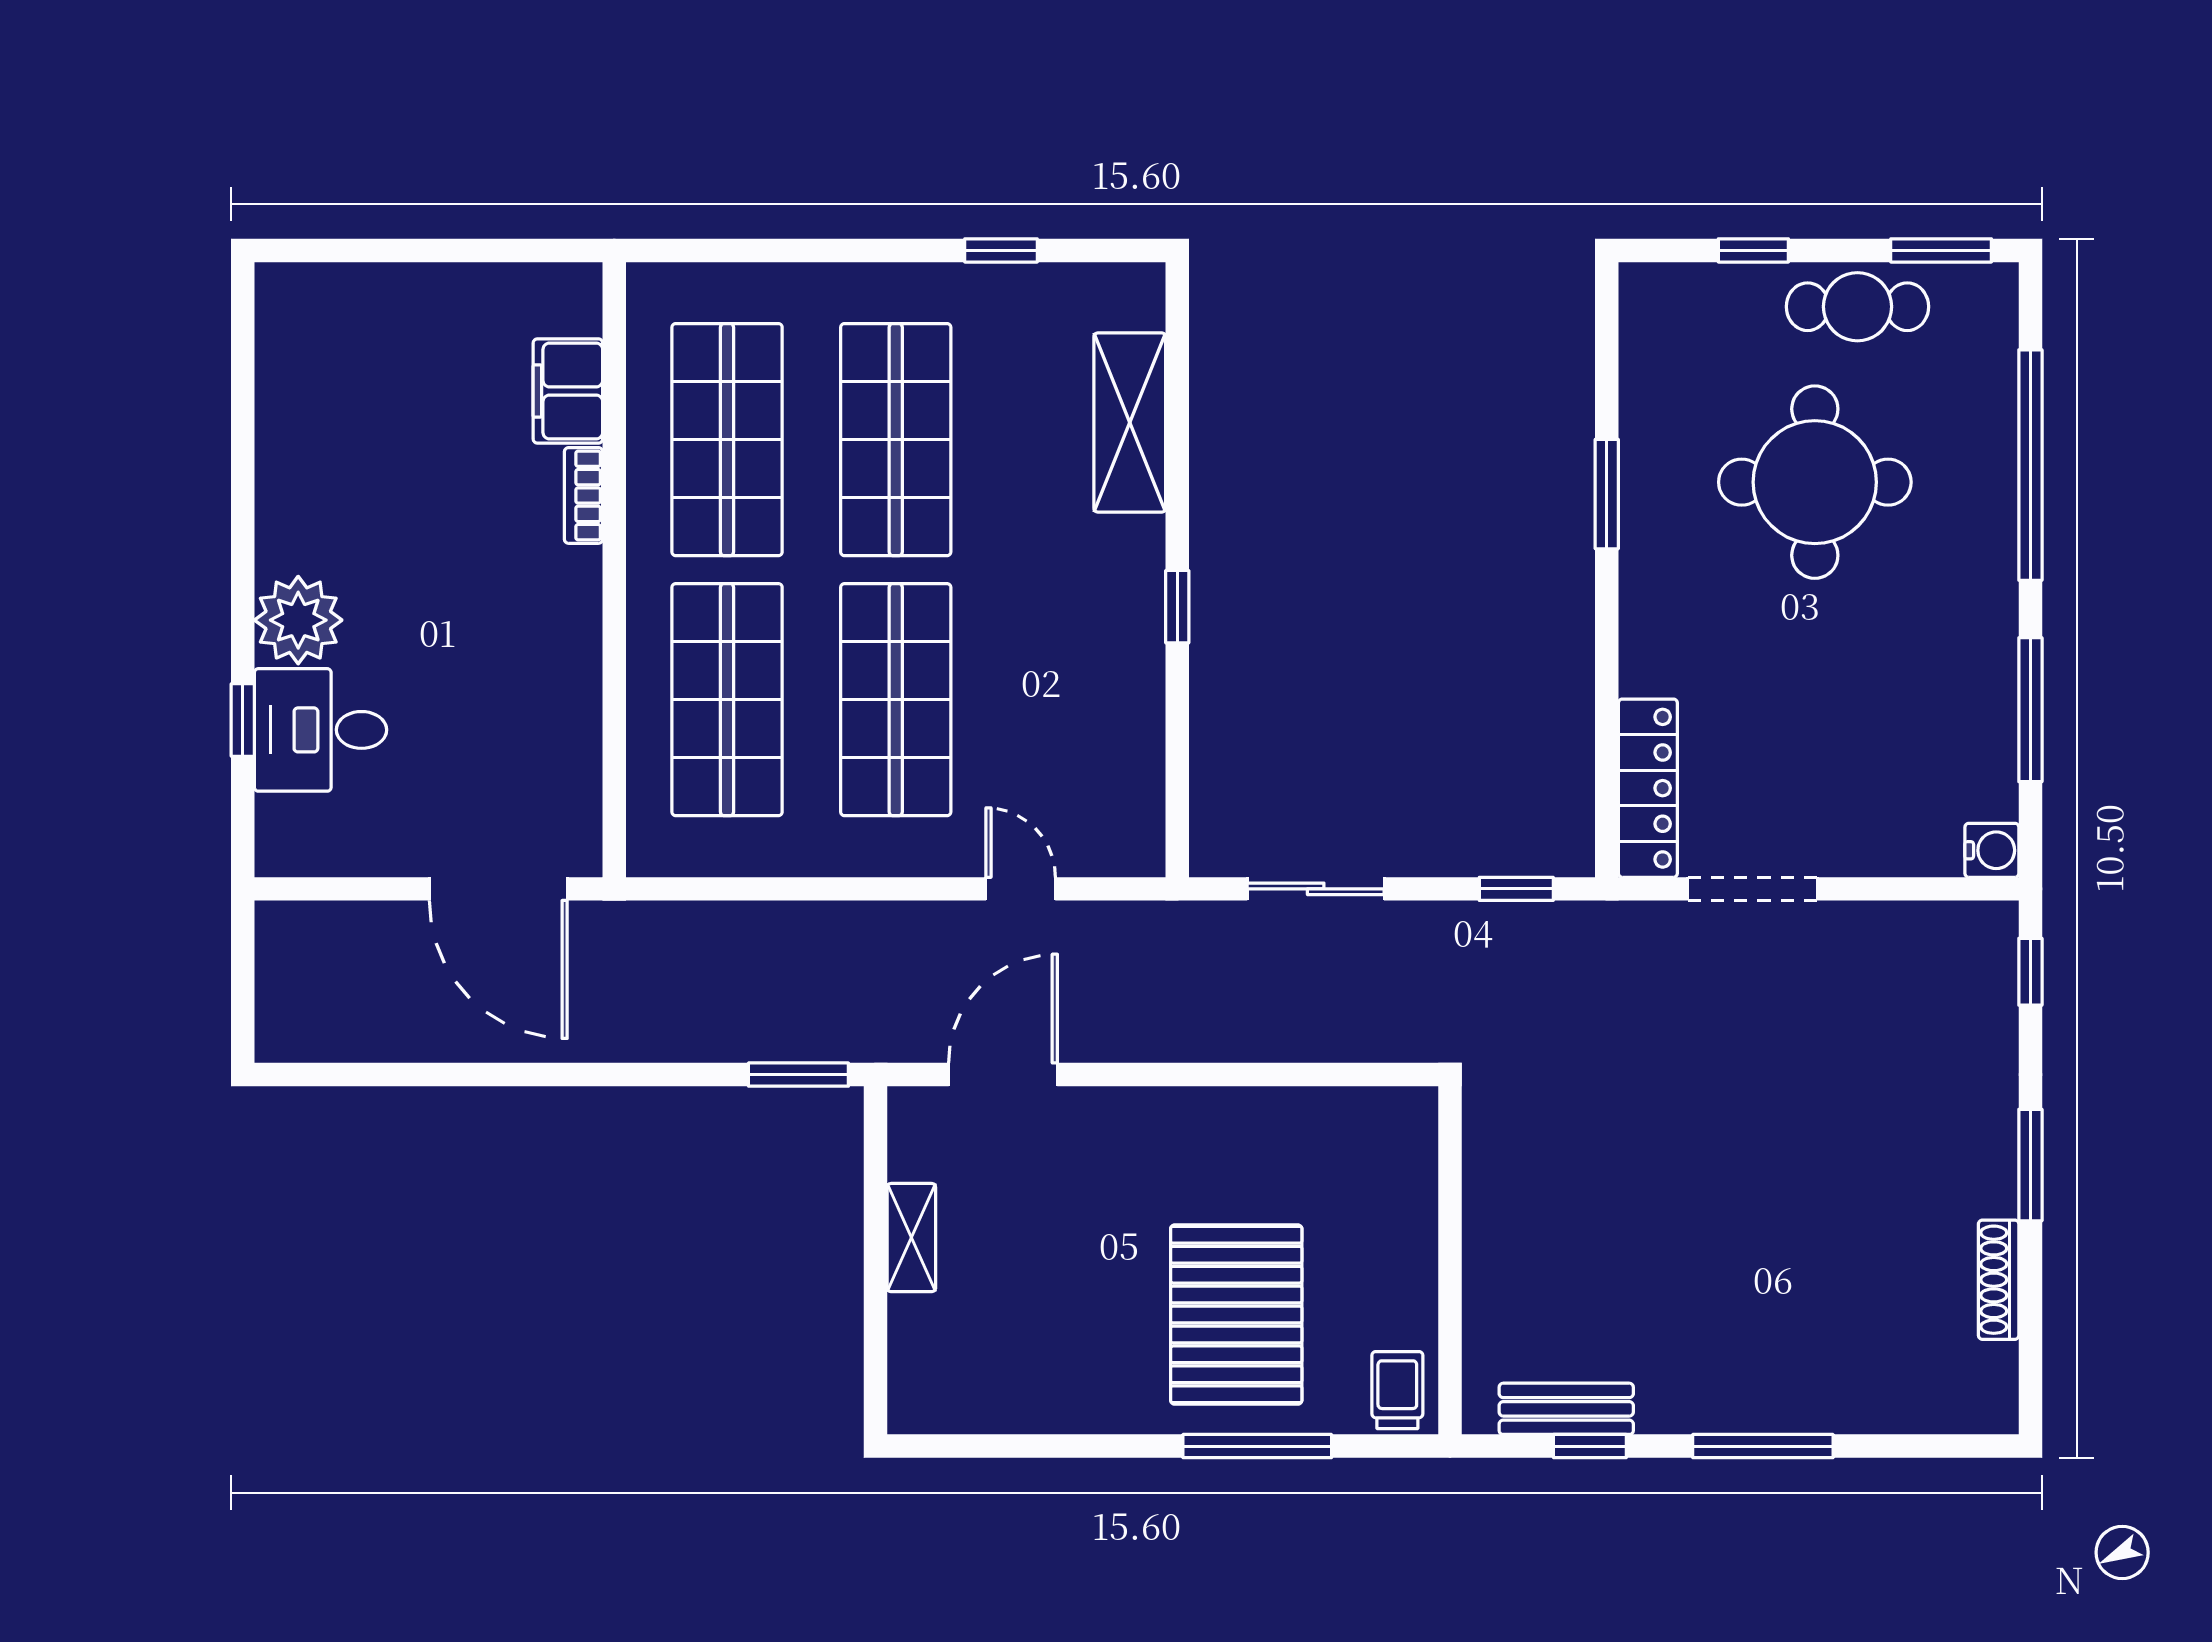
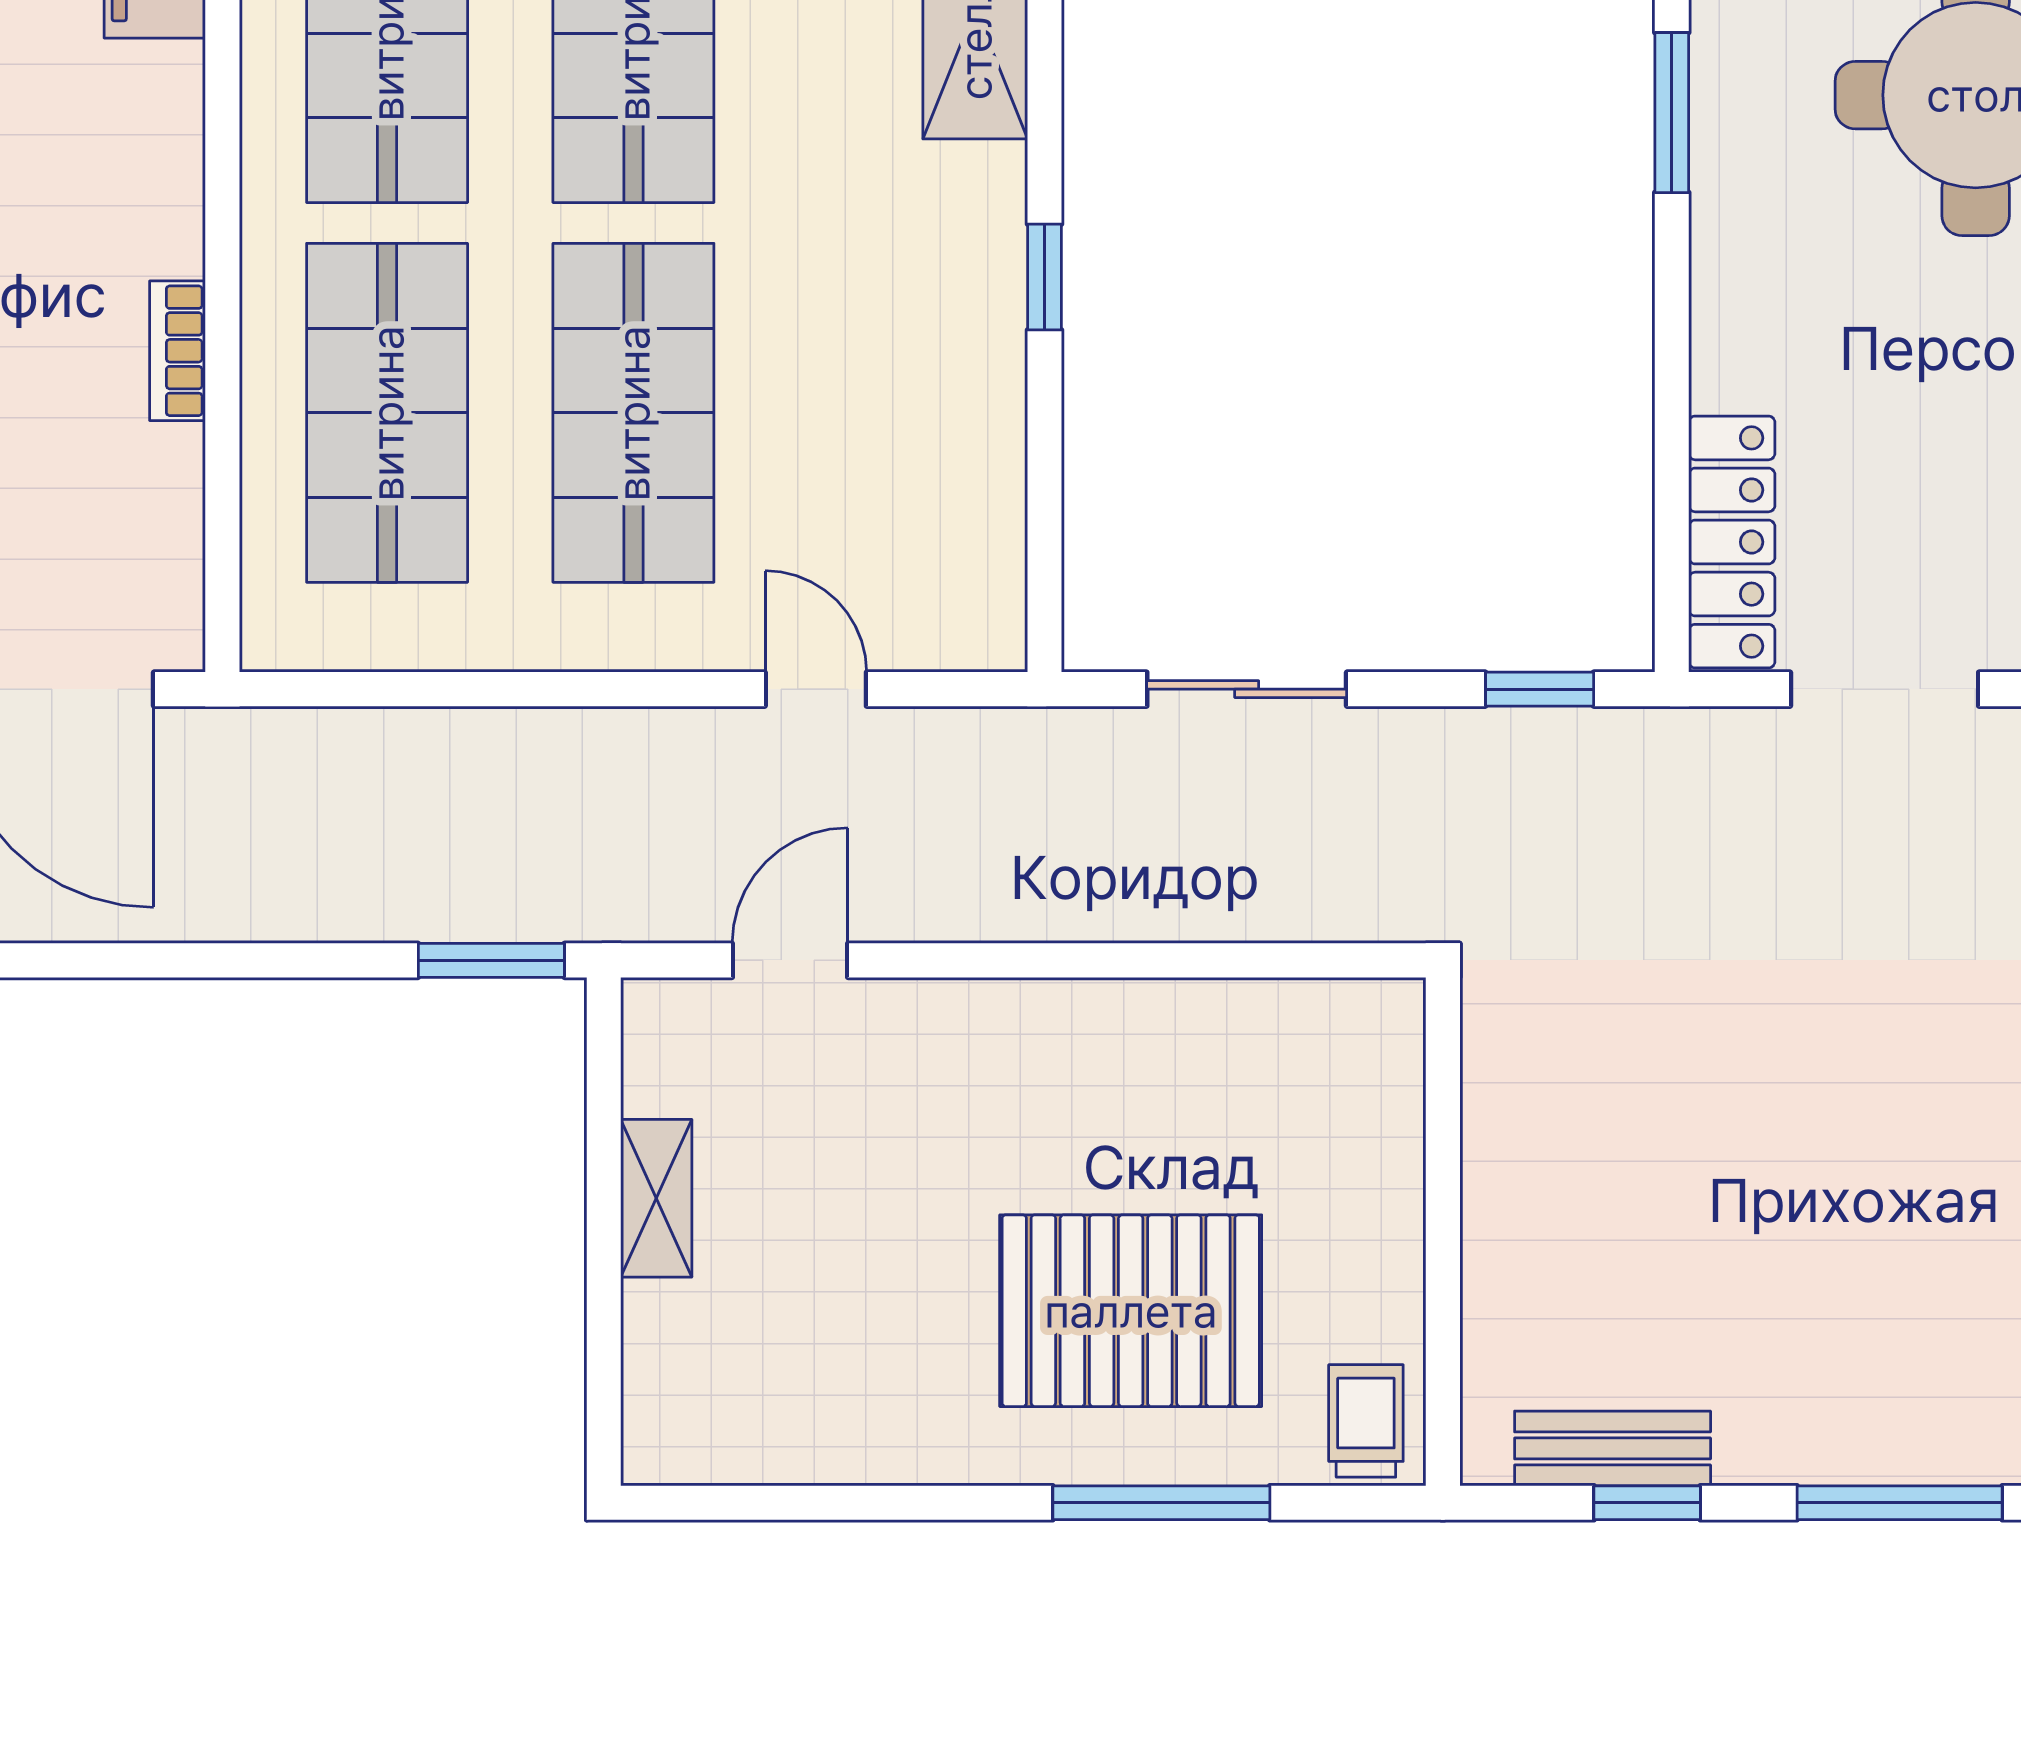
bookcase: (584, 495) -> (177, 351), moved
door: (1003, 1075) -> (790, 960), width x0.73
pallet: (1236, 1315) -> (1131, 1311), turned 90

